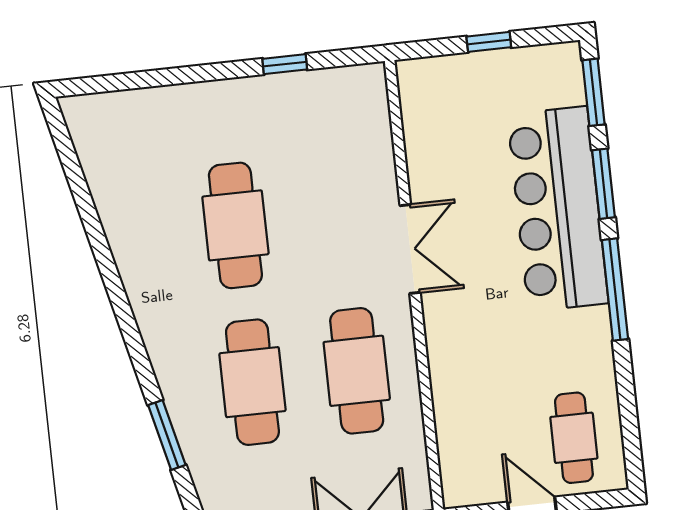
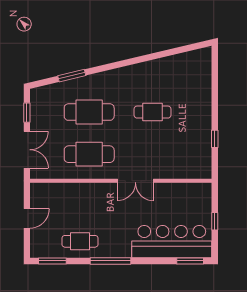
window: (603, 184) -> (52, 261), moved
bar counter: (558, 209) -> (172, 242), moved
cafe table: (235, 225) -> (153, 112), width x0.73, depth x0.74
cafe table: (574, 438) -> (80, 241), moved

